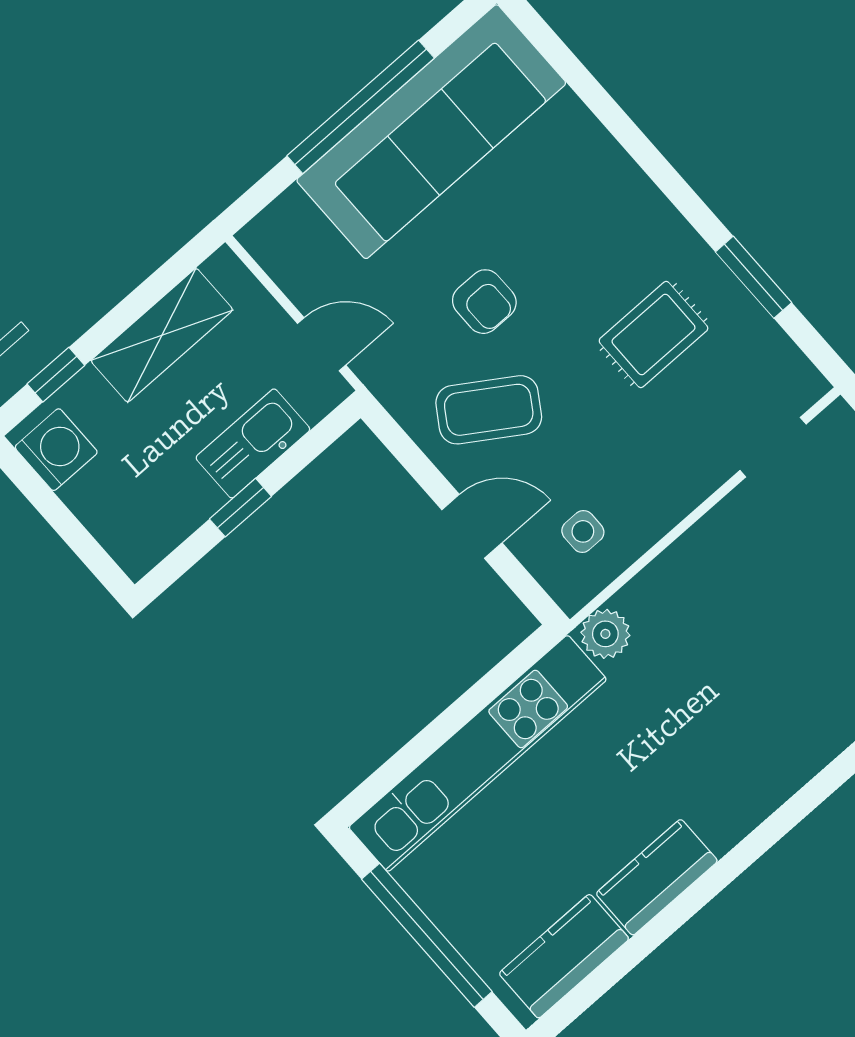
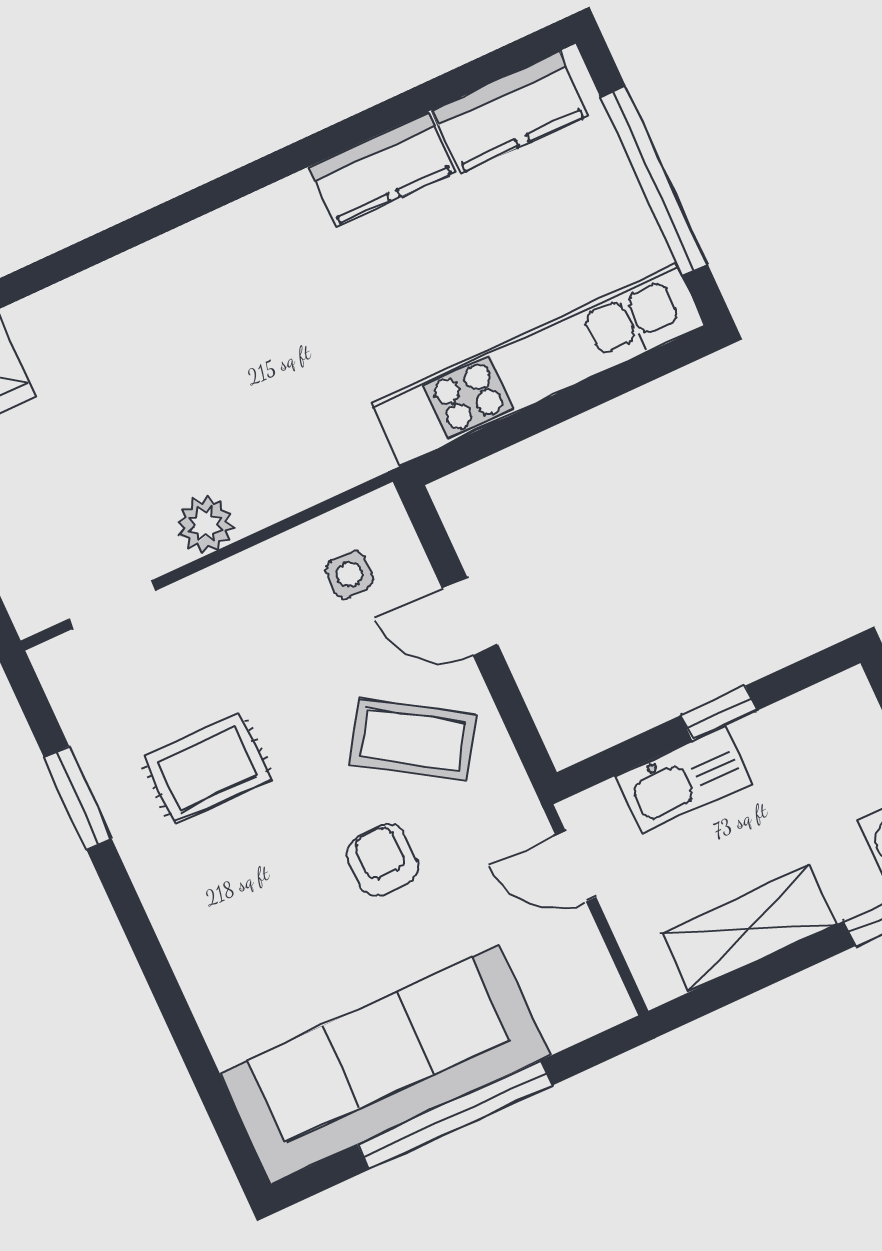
plant: (605, 634) -> (205, 524), moved

